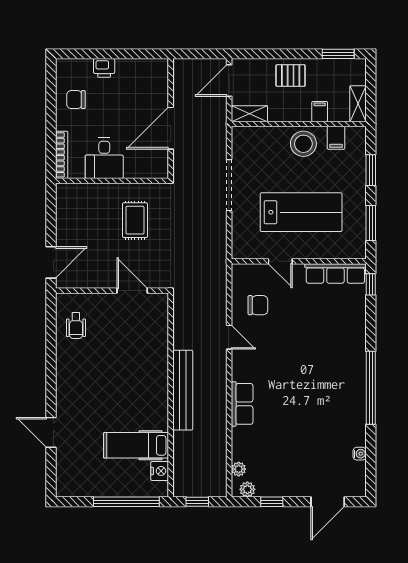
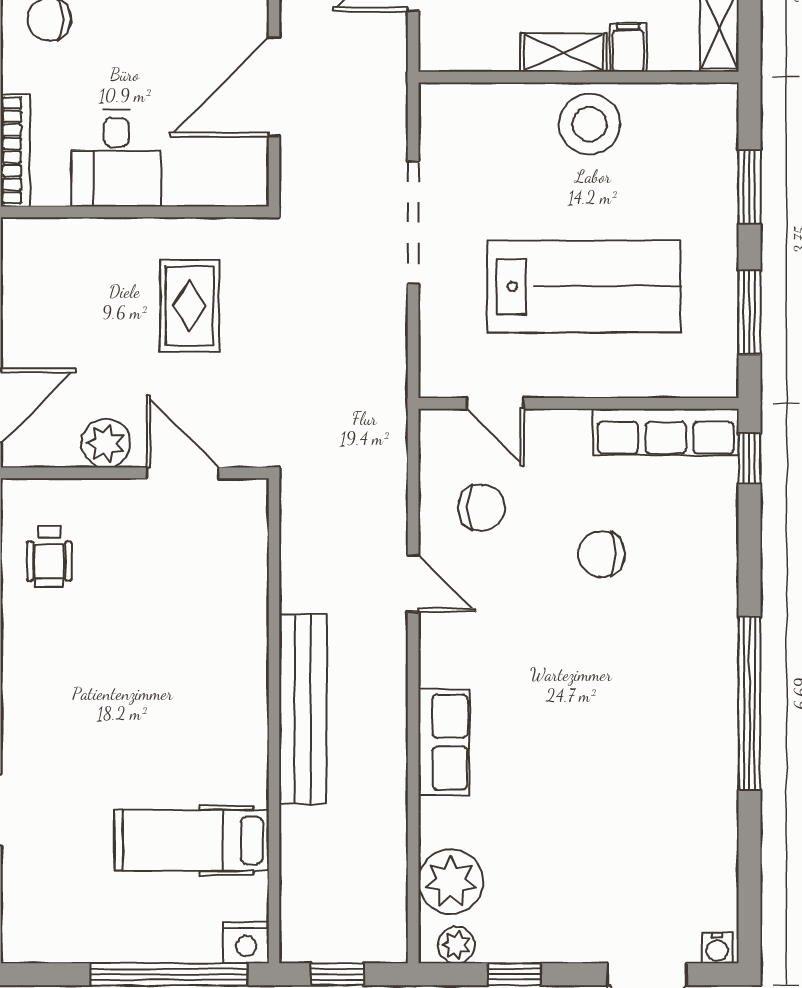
shelving: (249, 114) -> (563, 53), moved
filing cabinet: (336, 138) -> (667, 110), removed
door: (280, 261) -> (495, 403), moved
plant: (100, 278) -> (106, 443), added
chair: (308, 325) -> (601, 554), added
water cooler: (360, 454) -> (717, 948), moved, turned 90
plant: (239, 469) -> (451, 882), width x1.87, depth x1.87
nightstand: (160, 471) -> (246, 943), moved, turned 90

